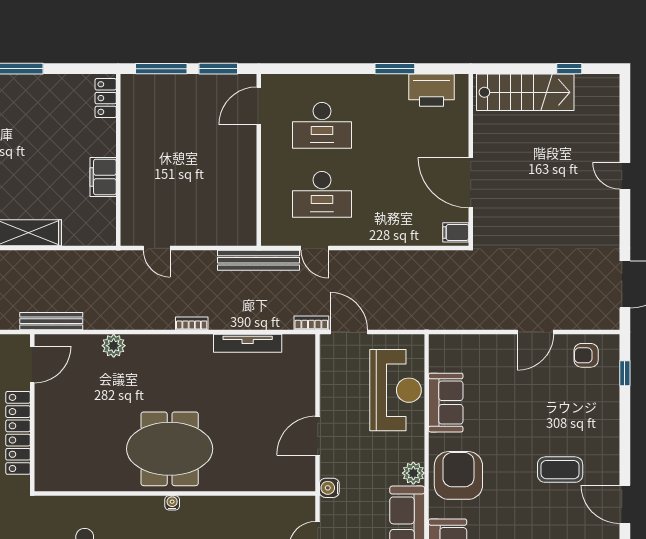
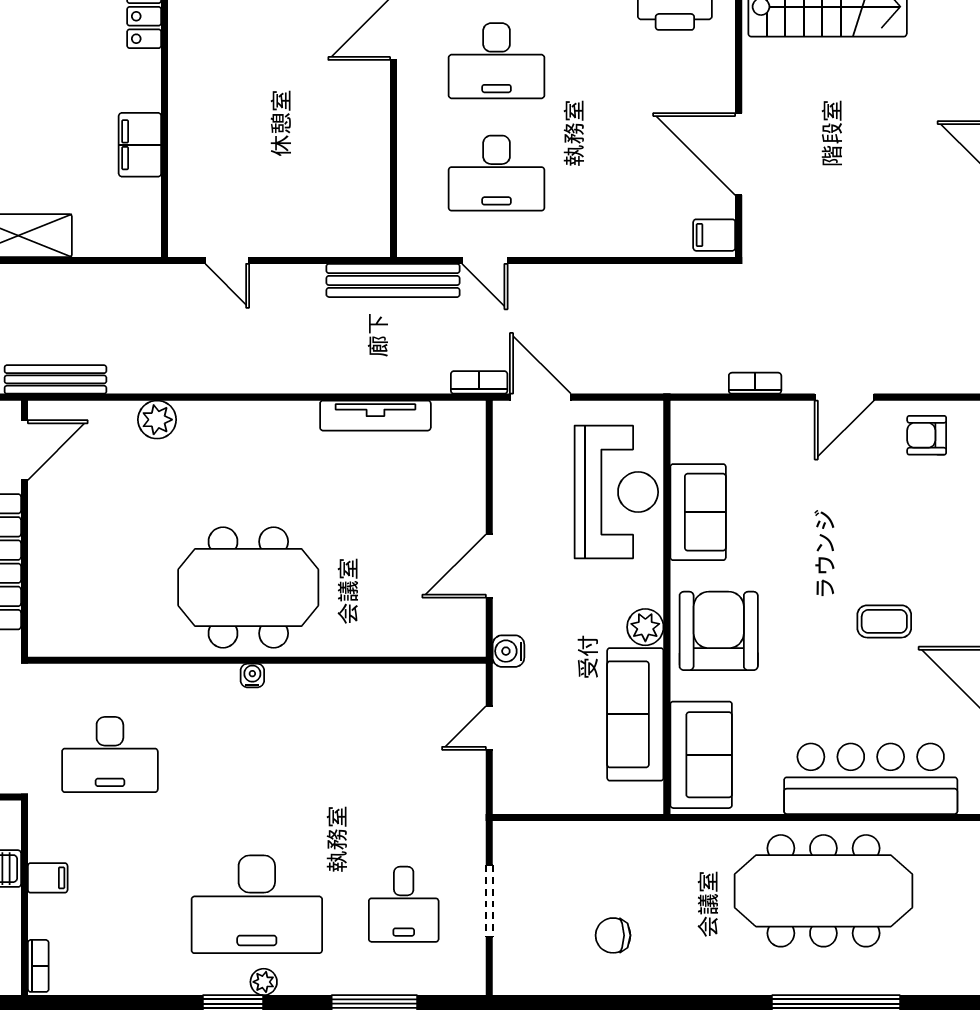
bookcase: (192, 323) -> (755, 383), moved
coffee table: (560, 470) -> (884, 621), width x0.73, depth x0.77

